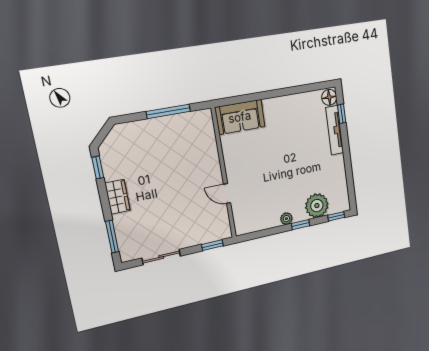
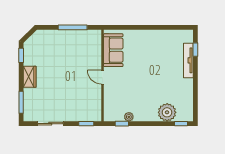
floor lamp: (329, 97) -> (187, 36), removed
sofa: (240, 117) -> (113, 50), moved, turned -90
door: (227, 193) -> (103, 77), moved
plant: (286, 219) -> (129, 117), moved
window: (301, 225) -> (122, 124), moved

